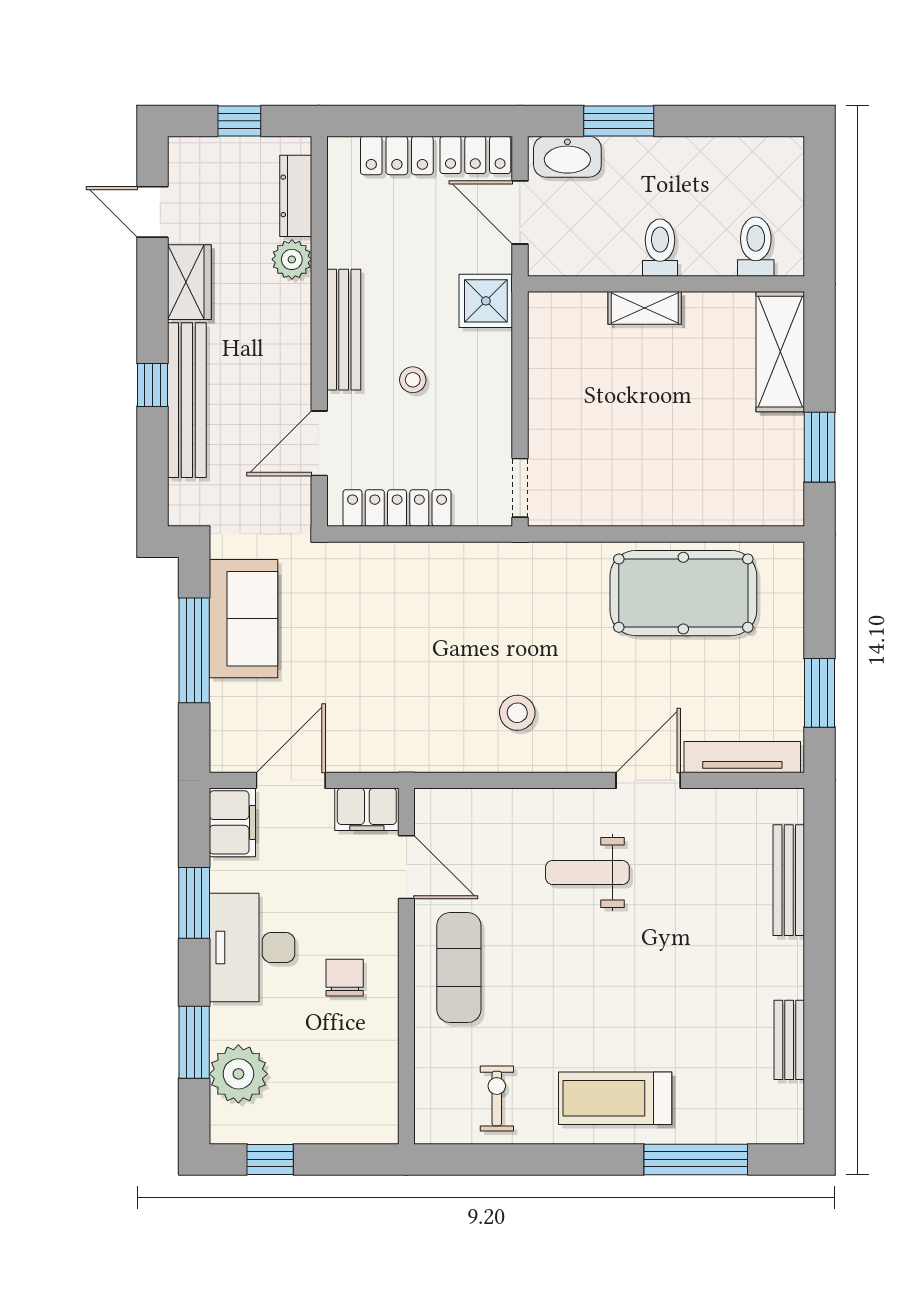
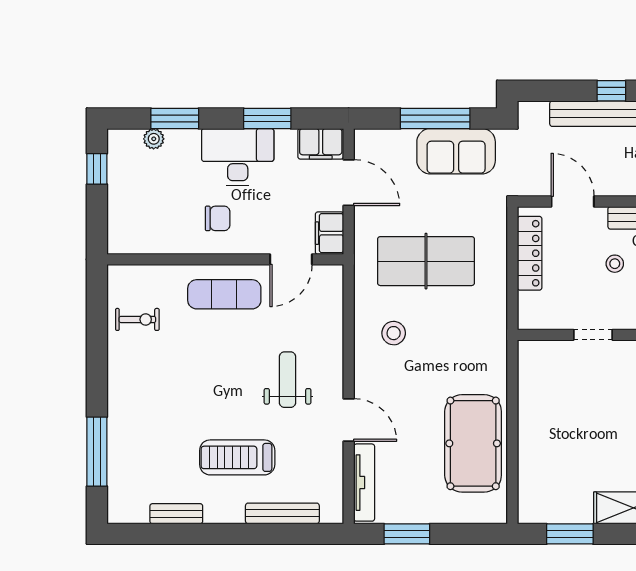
doorway: (520, 488) -> (593, 335), moved
table tennis table: (409, 664) -> (426, 261), added
plant: (238, 1074) -> (154, 139), width x0.53, depth x0.53
treadmill: (615, 1098) -> (237, 457), moved, turned -90

